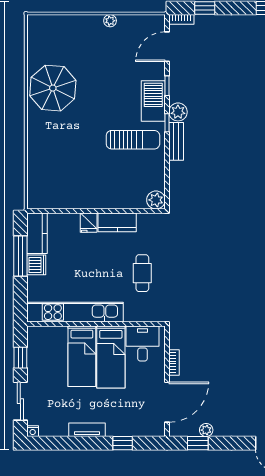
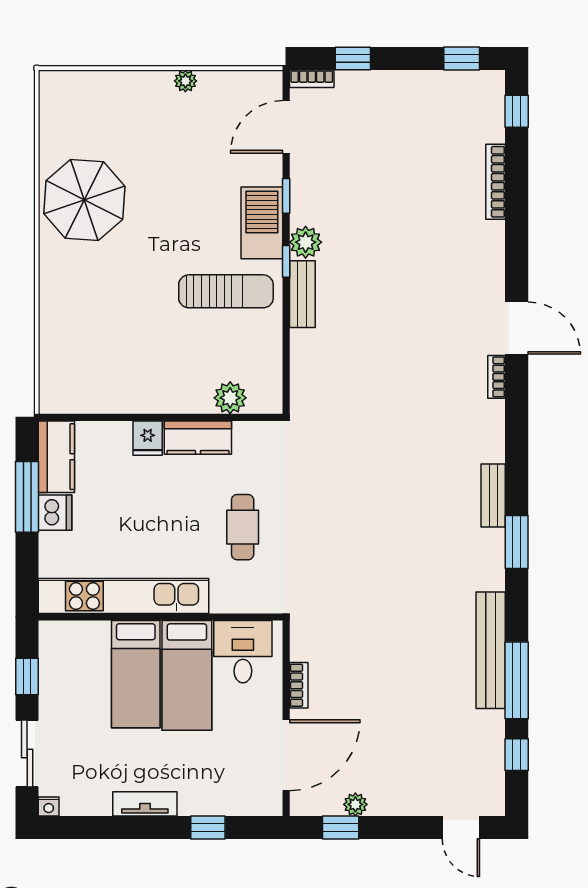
plant: (156, 200) -> (230, 398), moved

